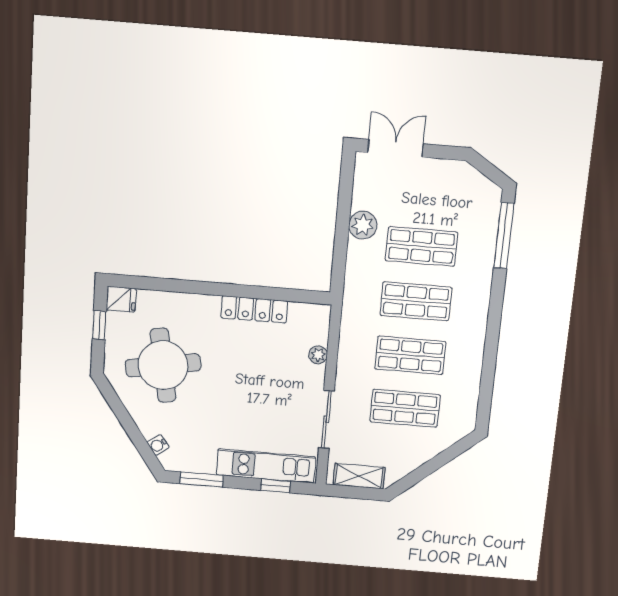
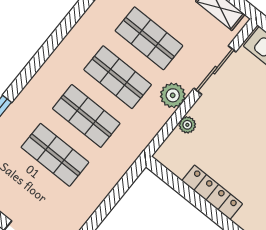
plant: (363, 225) -> (173, 95), moved

